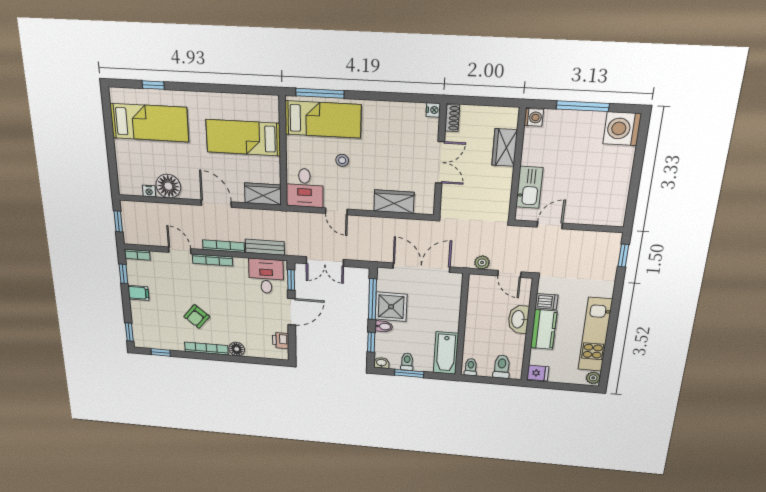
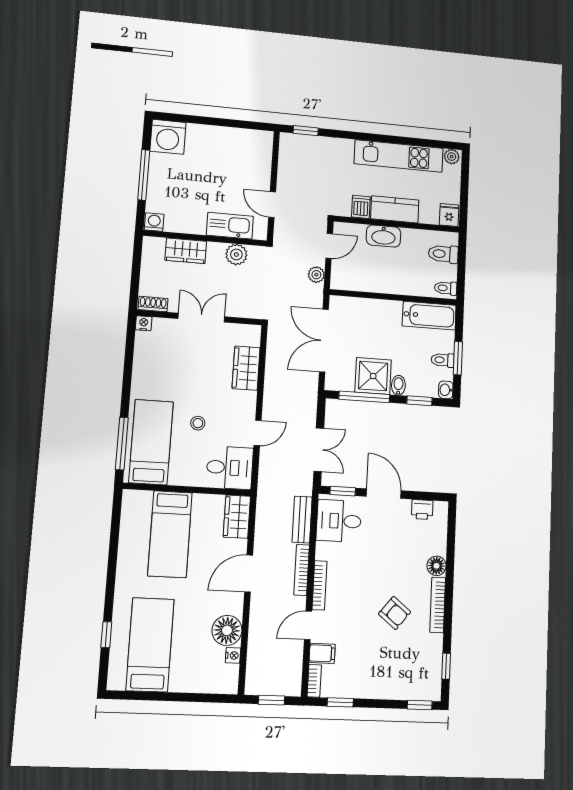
plant: (501, 193) -> (236, 254), added
filing cabinet: (138, 293) -> (322, 653), moved, turned 90

